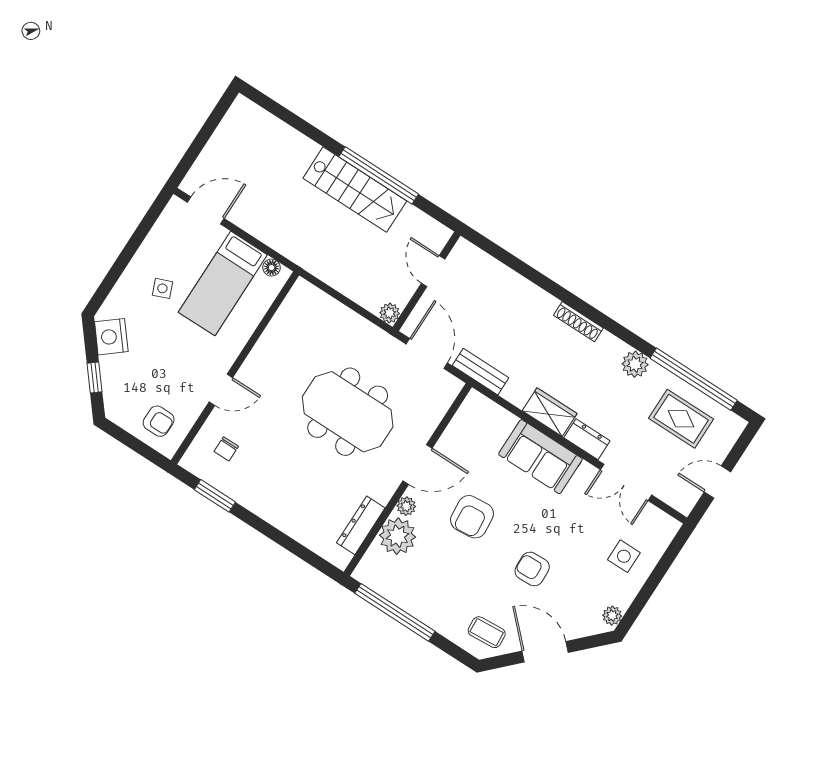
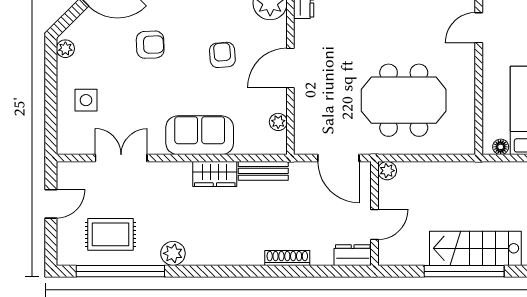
door: (433, 271) -> (375, 224), hinge flipped
shoe rack: (578, 322) -> (287, 258), moved
bench: (481, 372) -> (263, 171), moved
meeting table: (348, 412) -> (404, 100), moved
dresser: (587, 439) -> (353, 255), moved, turned 180
plant: (406, 506) -> (278, 122), moved
armchair: (472, 517) -> (222, 55), width x0.72, depth x0.72

